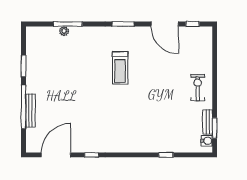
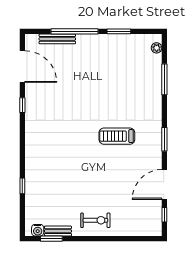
plant: (64, 31) -> (157, 48), moved
bench: (30, 111) -> (57, 39), moved

